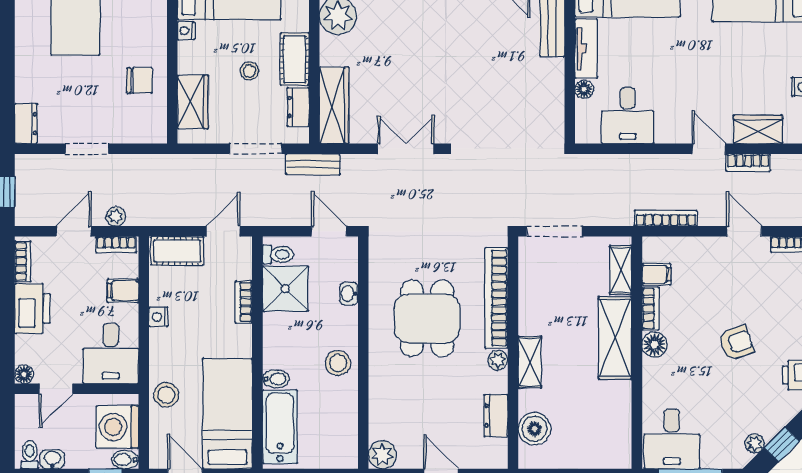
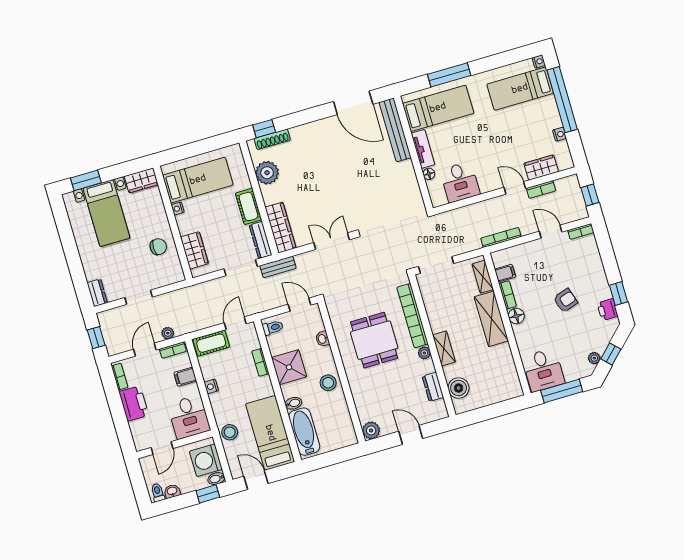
stool: (249, 71) -> (223, 222), removed
dresser: (298, 107) -> (260, 240), width x1.44
shower: (285, 289) -> (289, 367), moved
floor lamp: (24, 374) -> (140, 445), removed

